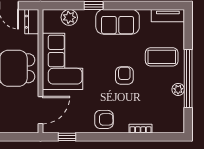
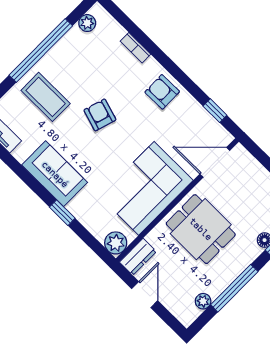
plant: (69, 17) -> (116, 243), moved
armchair: (124, 76) -> (100, 115), turned 107
plant: (178, 89) -> (87, 23), moved

